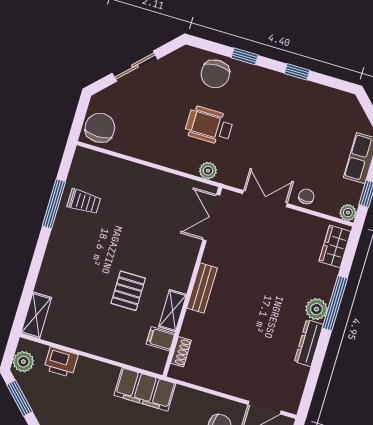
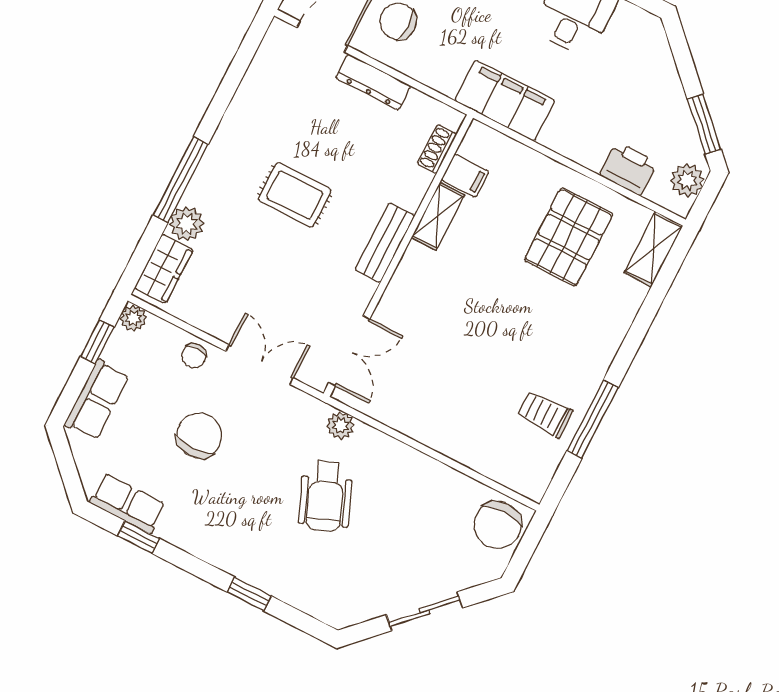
window: (297, 72) -> (138, 537), moved
chair: (215, 74) -> (199, 436), moved
row of seats: (330, 98) -> (128, 503), added
wheelchair: (209, 126) -> (326, 496), turned 68
double door: (265, 199) -> (260, 365), swing flipped
pallet: (128, 291) -> (568, 237), moved, width x1.50, depth x1.42
rug: (263, 307) -> (295, 195), added
plant: (316, 309) -> (187, 224), moved
dresser: (309, 343) -> (373, 82), moved, turned 90

